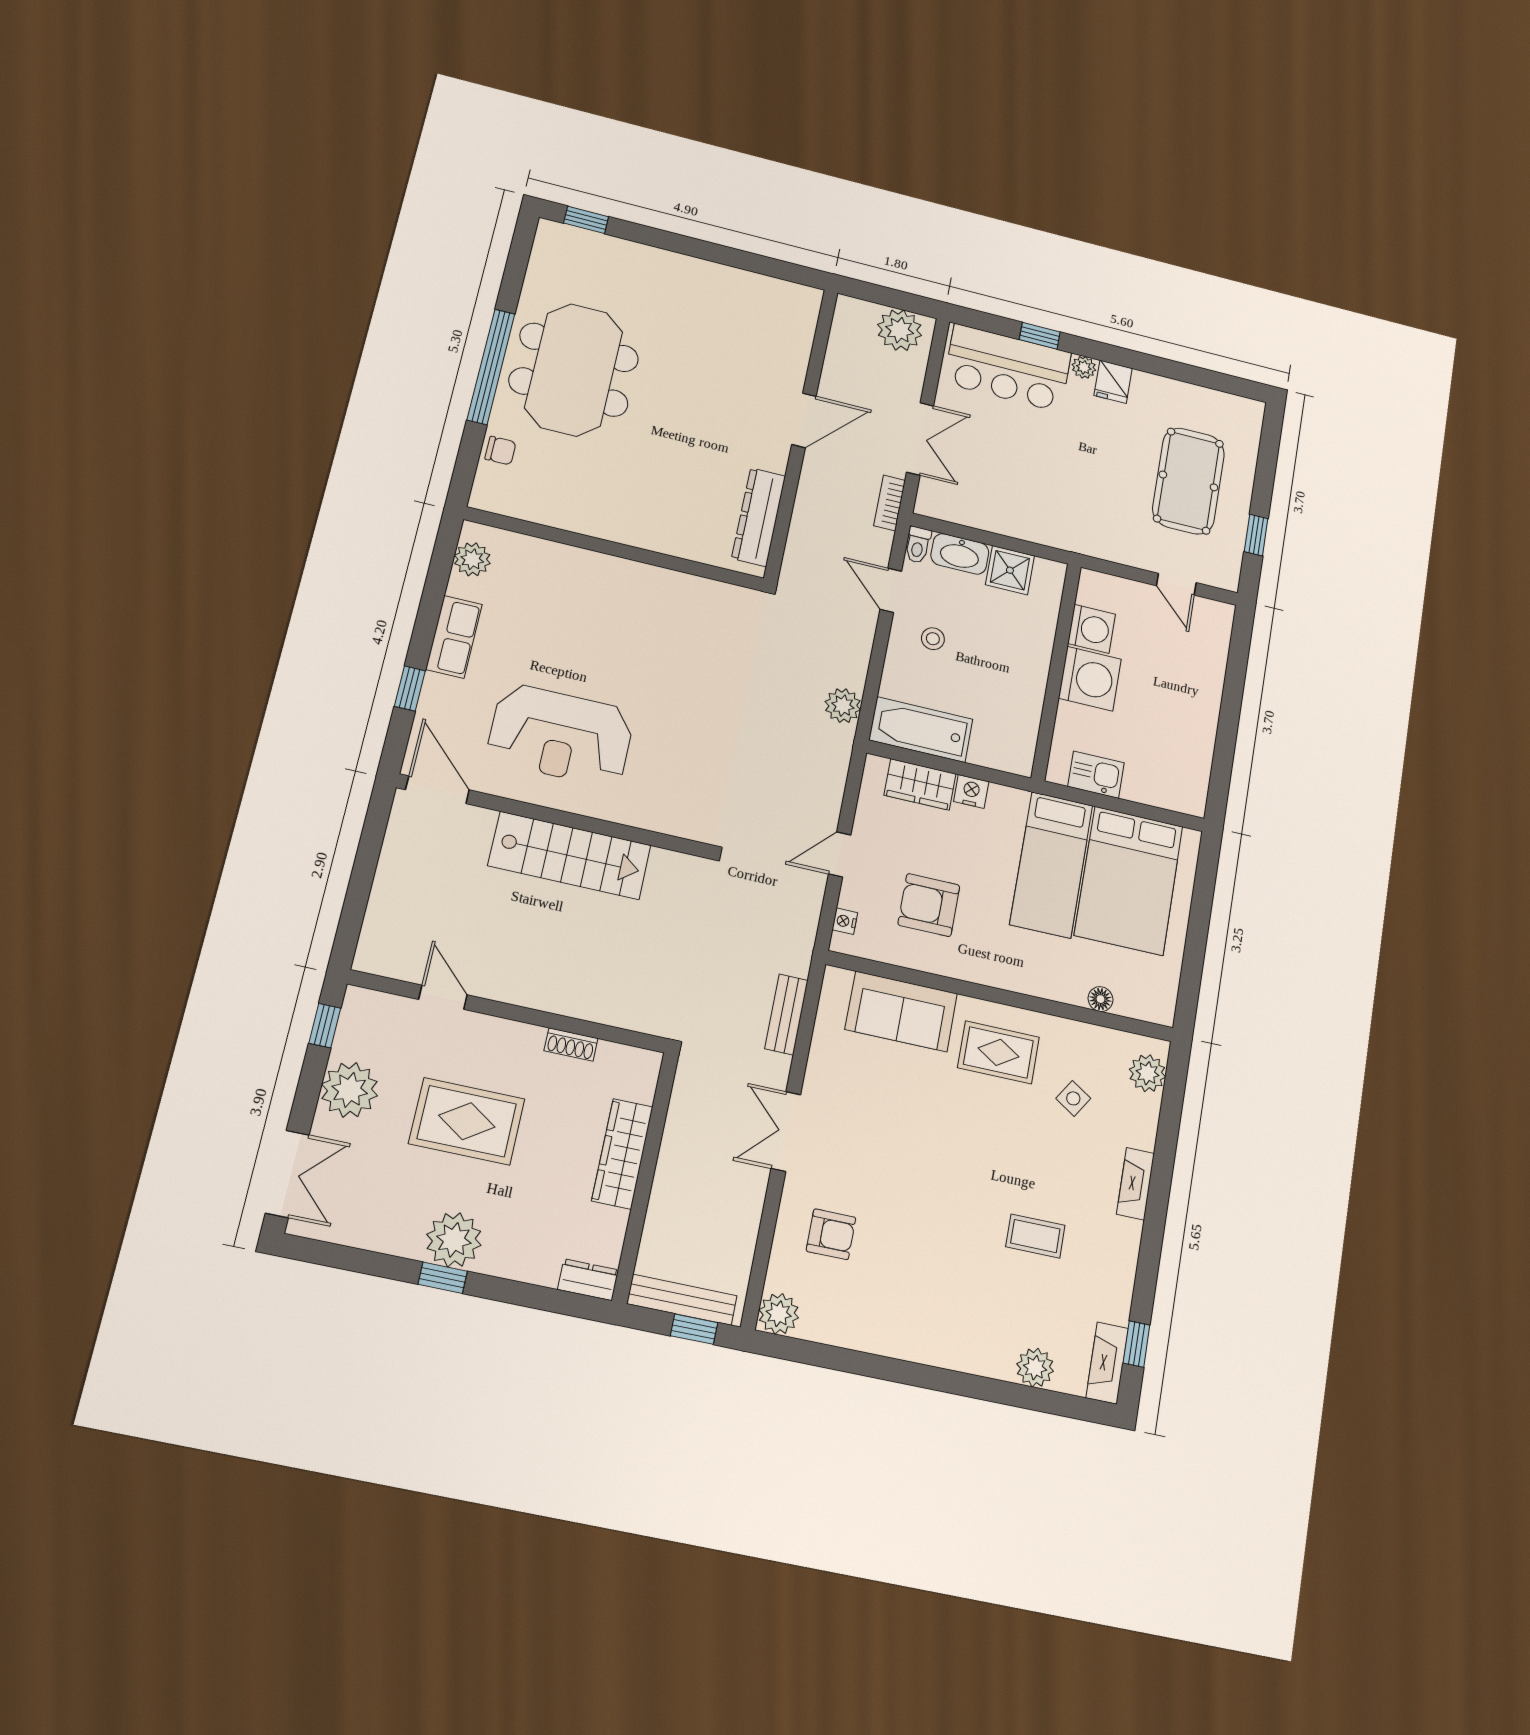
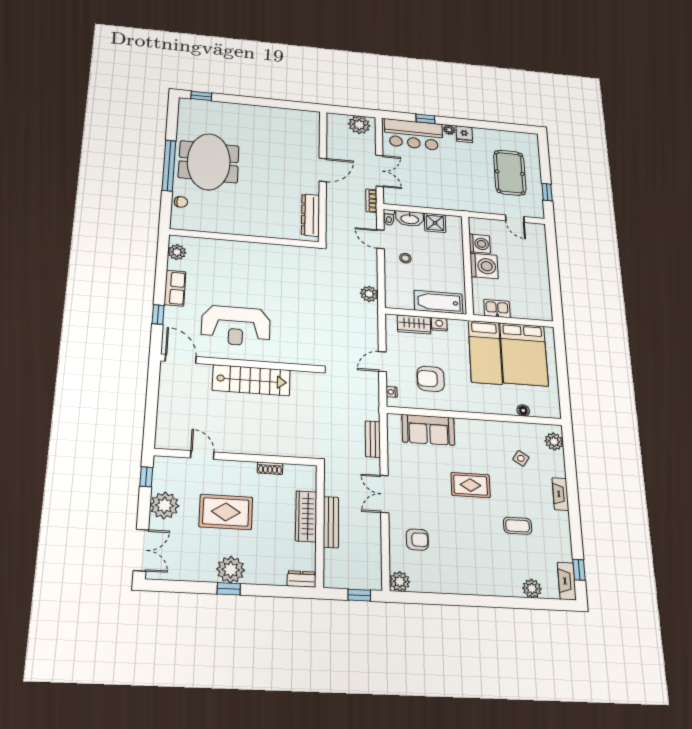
bathtub: (921, 730) -> (438, 302), moved
rug: (998, 1052) -> (471, 485), moved
bench: (682, 1300) -> (331, 522), moved, turned 90

